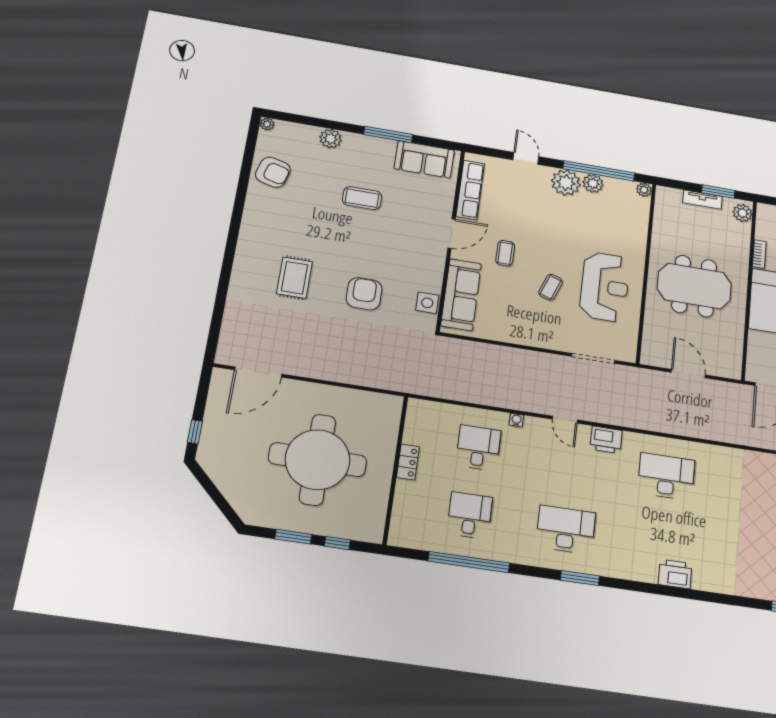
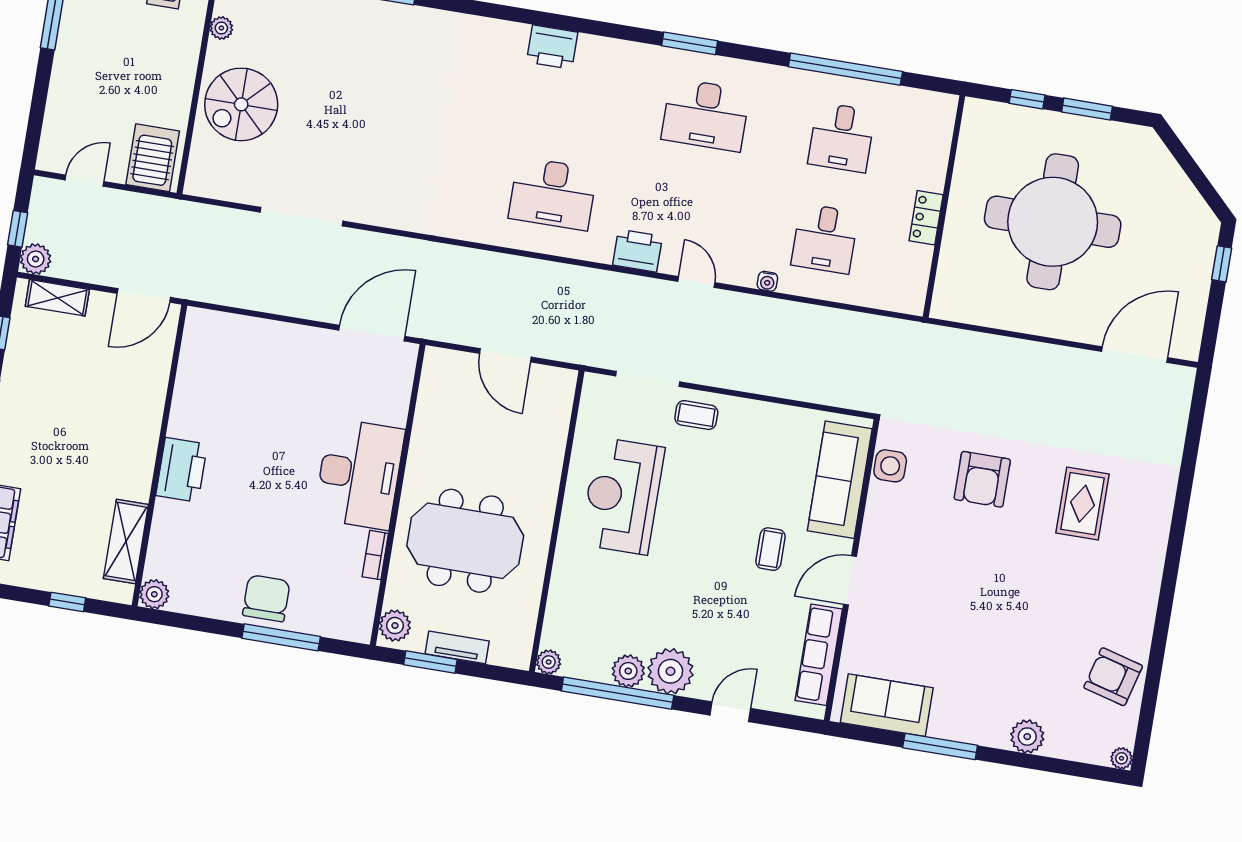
door: (526, 158) -> (730, 712), swing flipped
coffee table: (362, 198) -> (982, 637), removed
meeting table: (694, 286) -> (465, 541), moved
coffee table: (551, 287) -> (696, 415), moved, turned 70

